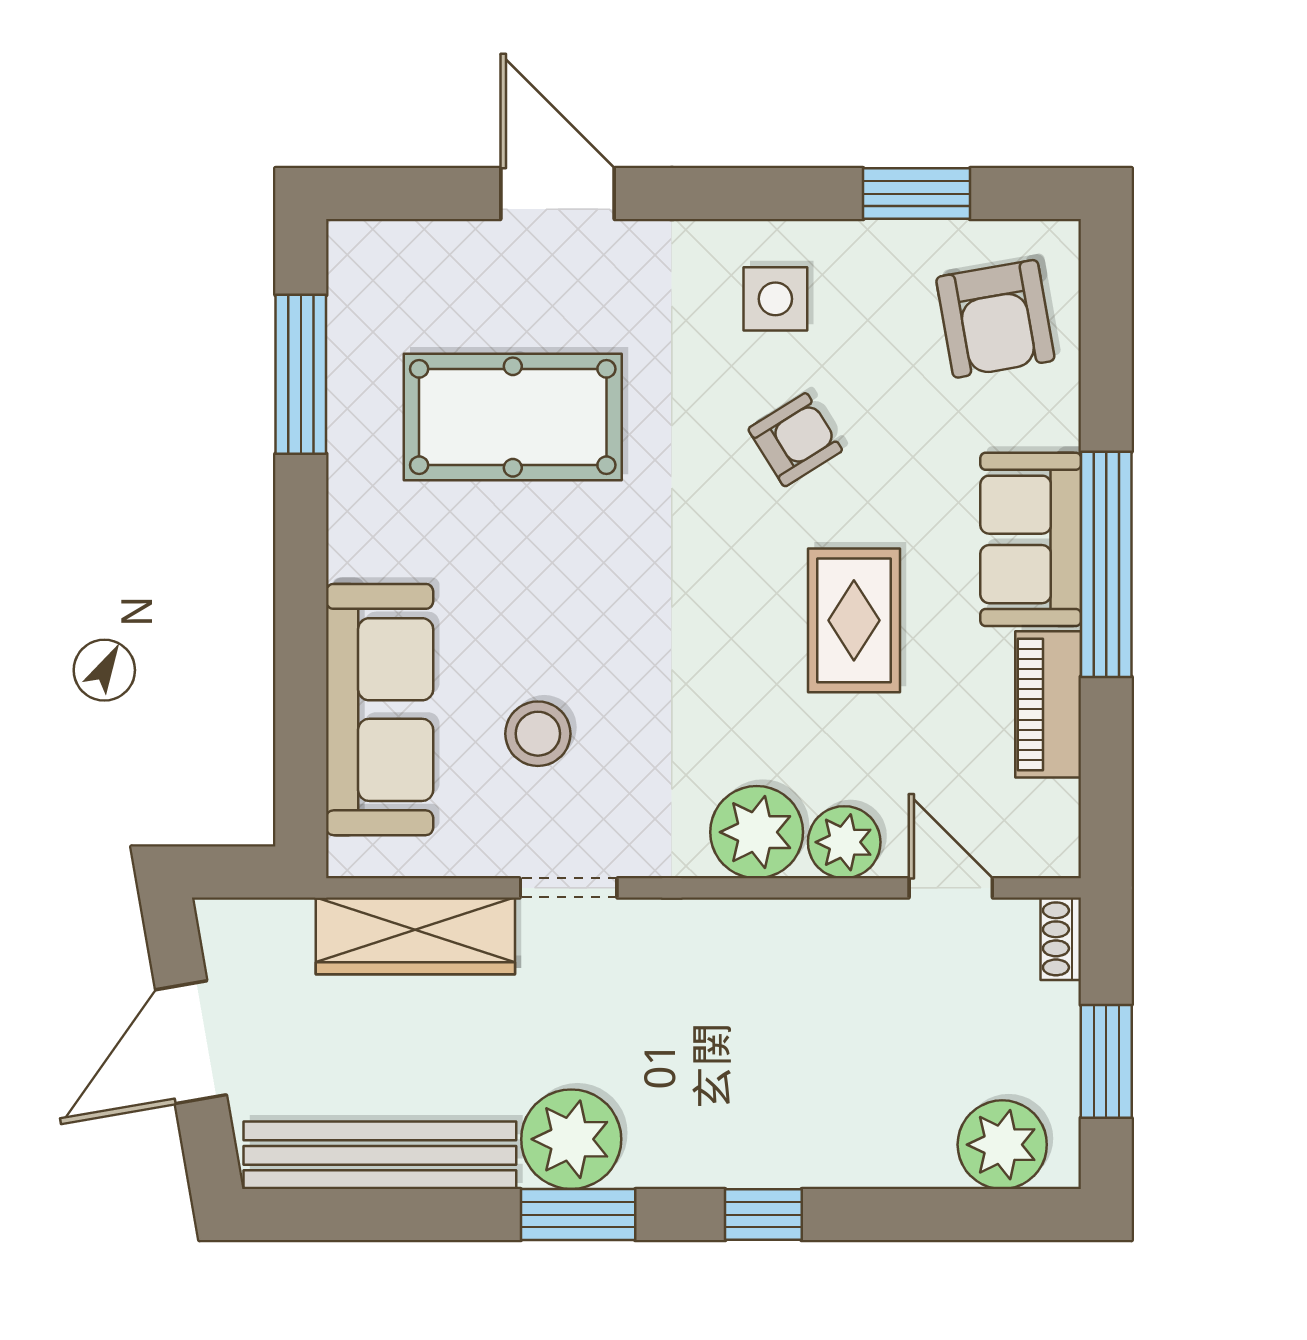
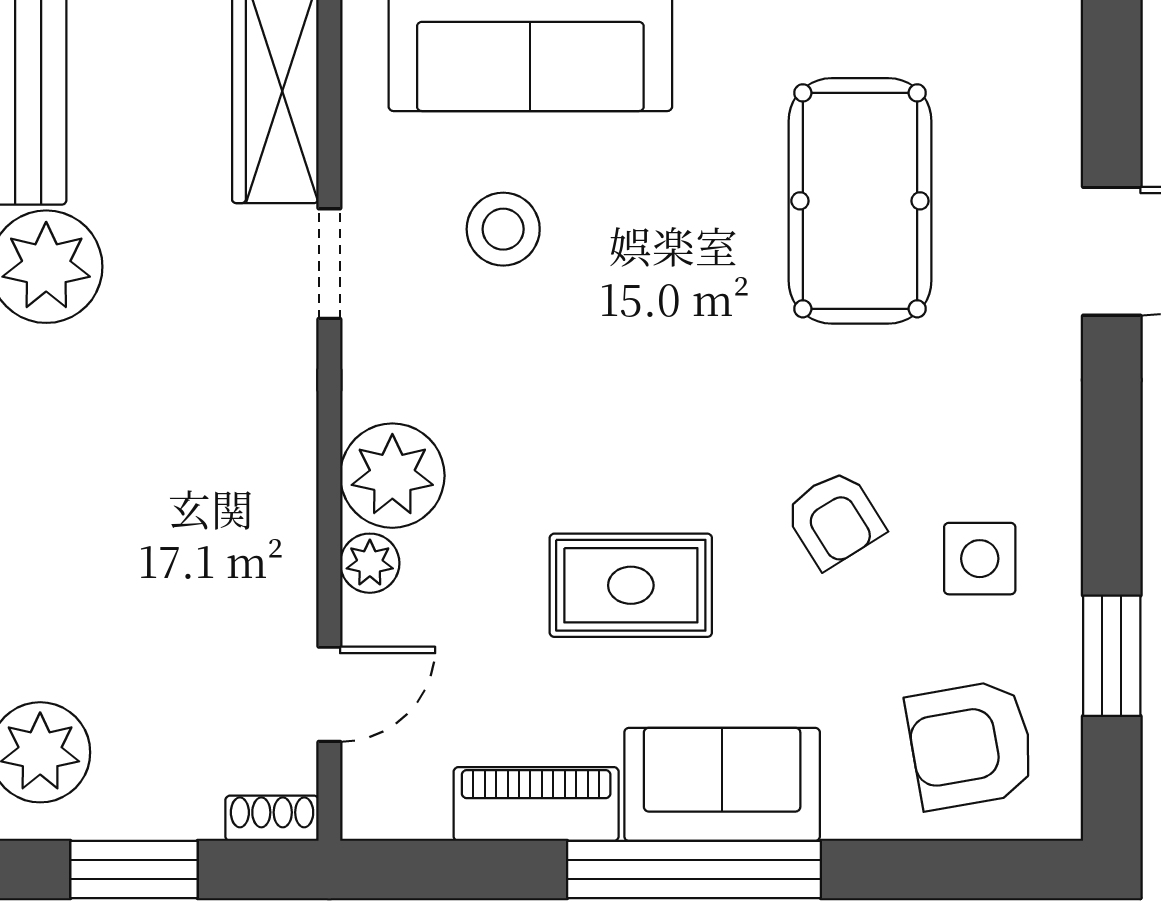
side table: (775, 299) -> (980, 559), moved
plant: (844, 842) -> (370, 563), width x0.73, depth x0.73

